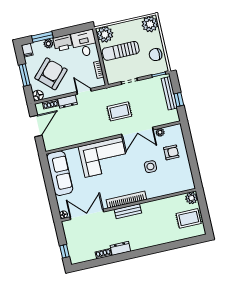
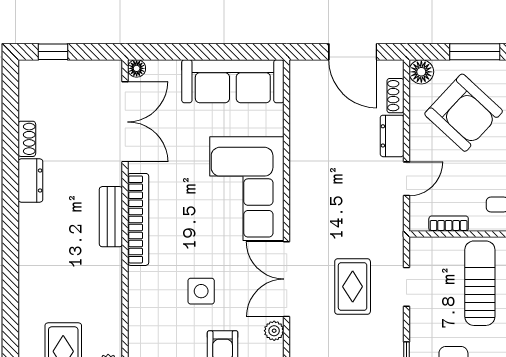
rug: (119, 111) -> (353, 287), moved

